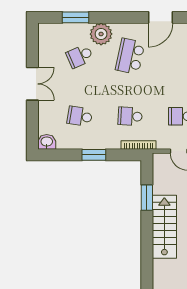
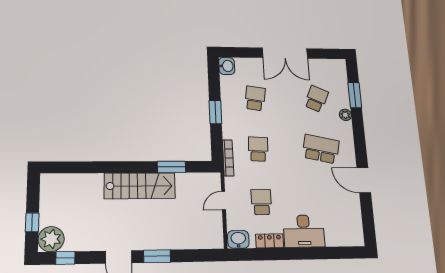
plant: (101, 34) -> (345, 115), width x0.53, depth x0.53
school desk: (80, 56) -> (316, 99), turned 48
double door: (32, 84) -> (285, 53), width x1.37

